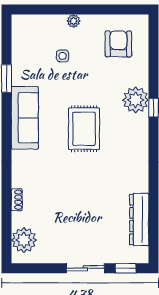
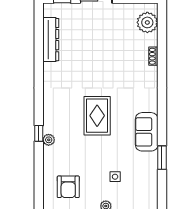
plant: (136, 100) -> (49, 140), width x0.53, depth x0.53
sofa: (25, 118) -> (147, 132), width x0.73

